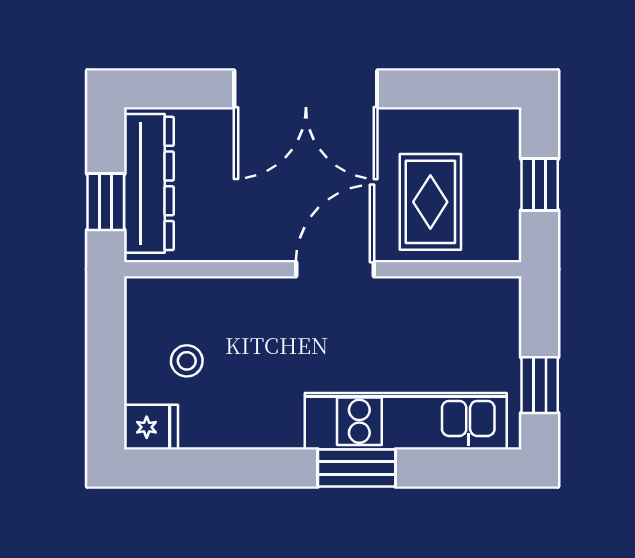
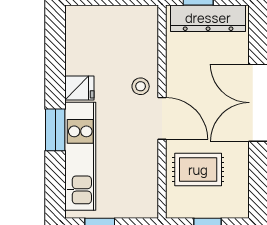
stool: (187, 361) -> (141, 86), moved
fridge: (151, 427) -> (79, 88), moved, turned -90

